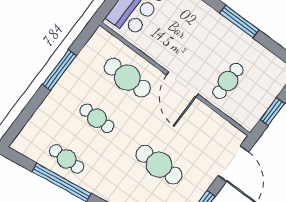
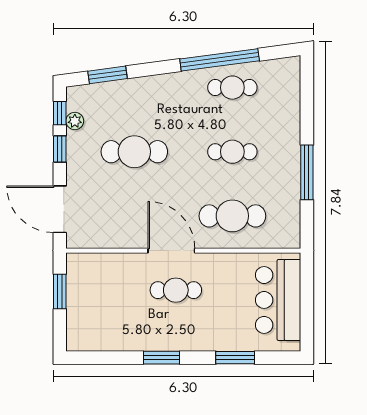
window: (239, 22) -> (161, 358), width x0.69
cafe table: (228, 81) -> (176, 290), moved, turned 90

